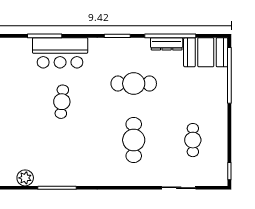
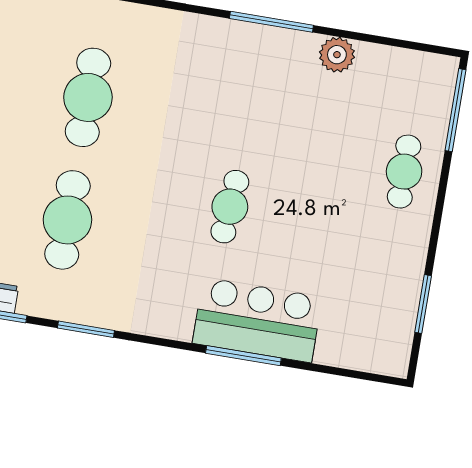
bar counter: (60, 53) -> (257, 320), moved
cafe table: (134, 84) -> (67, 220), turned 90

